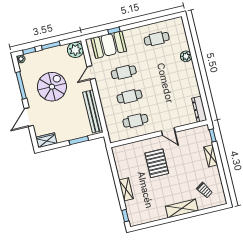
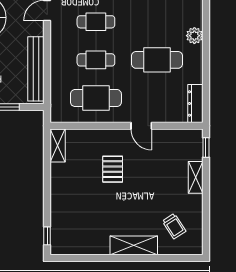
plant: (186, 56) -> (194, 36), moved
cafe table: (168, 87) -> (157, 60), added
cafe table: (135, 121) -> (96, 98), width x1.37, depth x1.35
pallet: (157, 163) -> (113, 169), width x0.67, depth x0.71
shelving: (126, 189) -> (58, 146), moved

